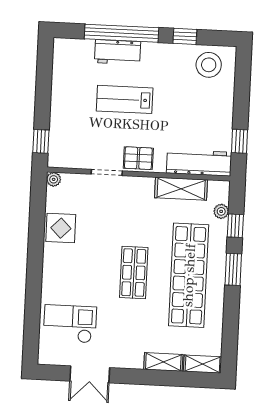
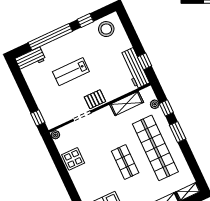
workbench: (117, 52) -> (30, 59), moved
workbench: (199, 163) -> (135, 68), moved, turned -90

